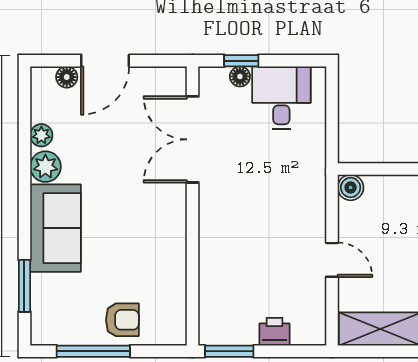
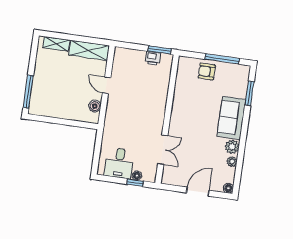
floor lamp: (67, 77) -> (228, 188), moved
double door: (192, 139) -> (163, 150), width x0.73
boiler: (351, 188) -> (95, 106), moved
printer: (275, 332) -> (153, 58), moved

